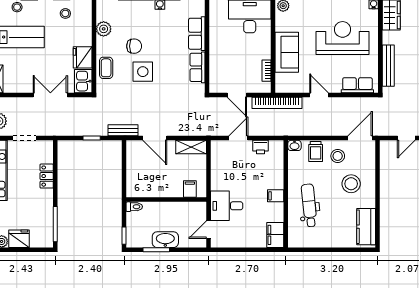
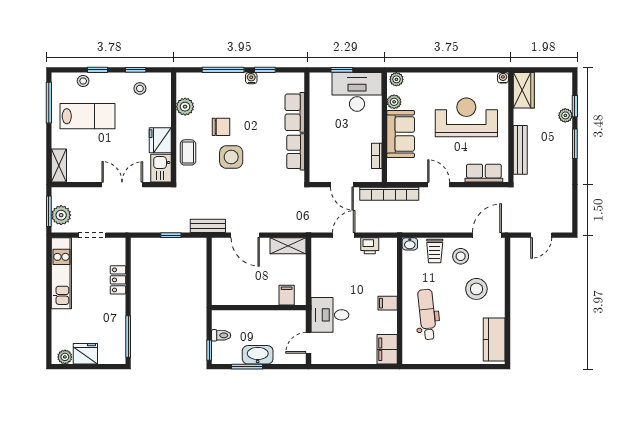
plant: (281, 25) -> (394, 102), added
toilet: (134, 207) -> (221, 335), moved

